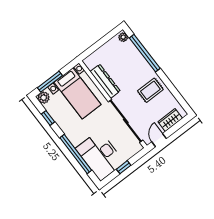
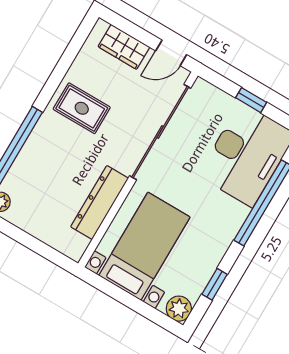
window: (50, 82) -> (143, 309), removed

